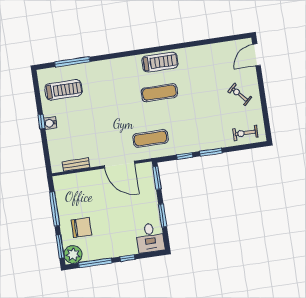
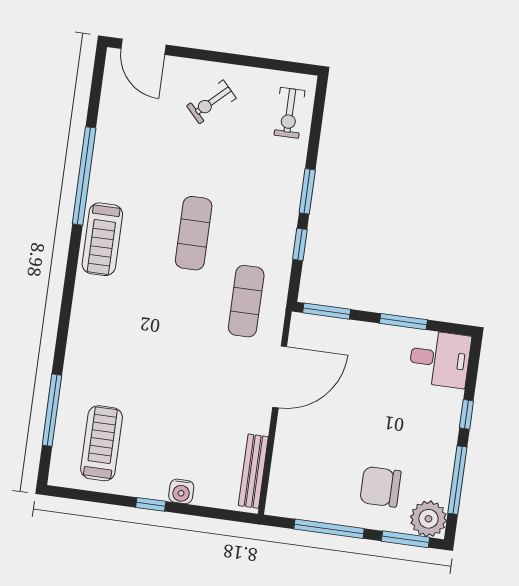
window: (187, 45) -> (84, 176), added
treadmill: (160, 62) -> (102, 239), turned 180
exercise mat: (159, 93) -> (194, 233), moved
water cooler: (50, 123) -> (181, 491), moved
bench: (76, 165) -> (253, 471), width x1.36
chair: (81, 227) -> (380, 487), turned -90

